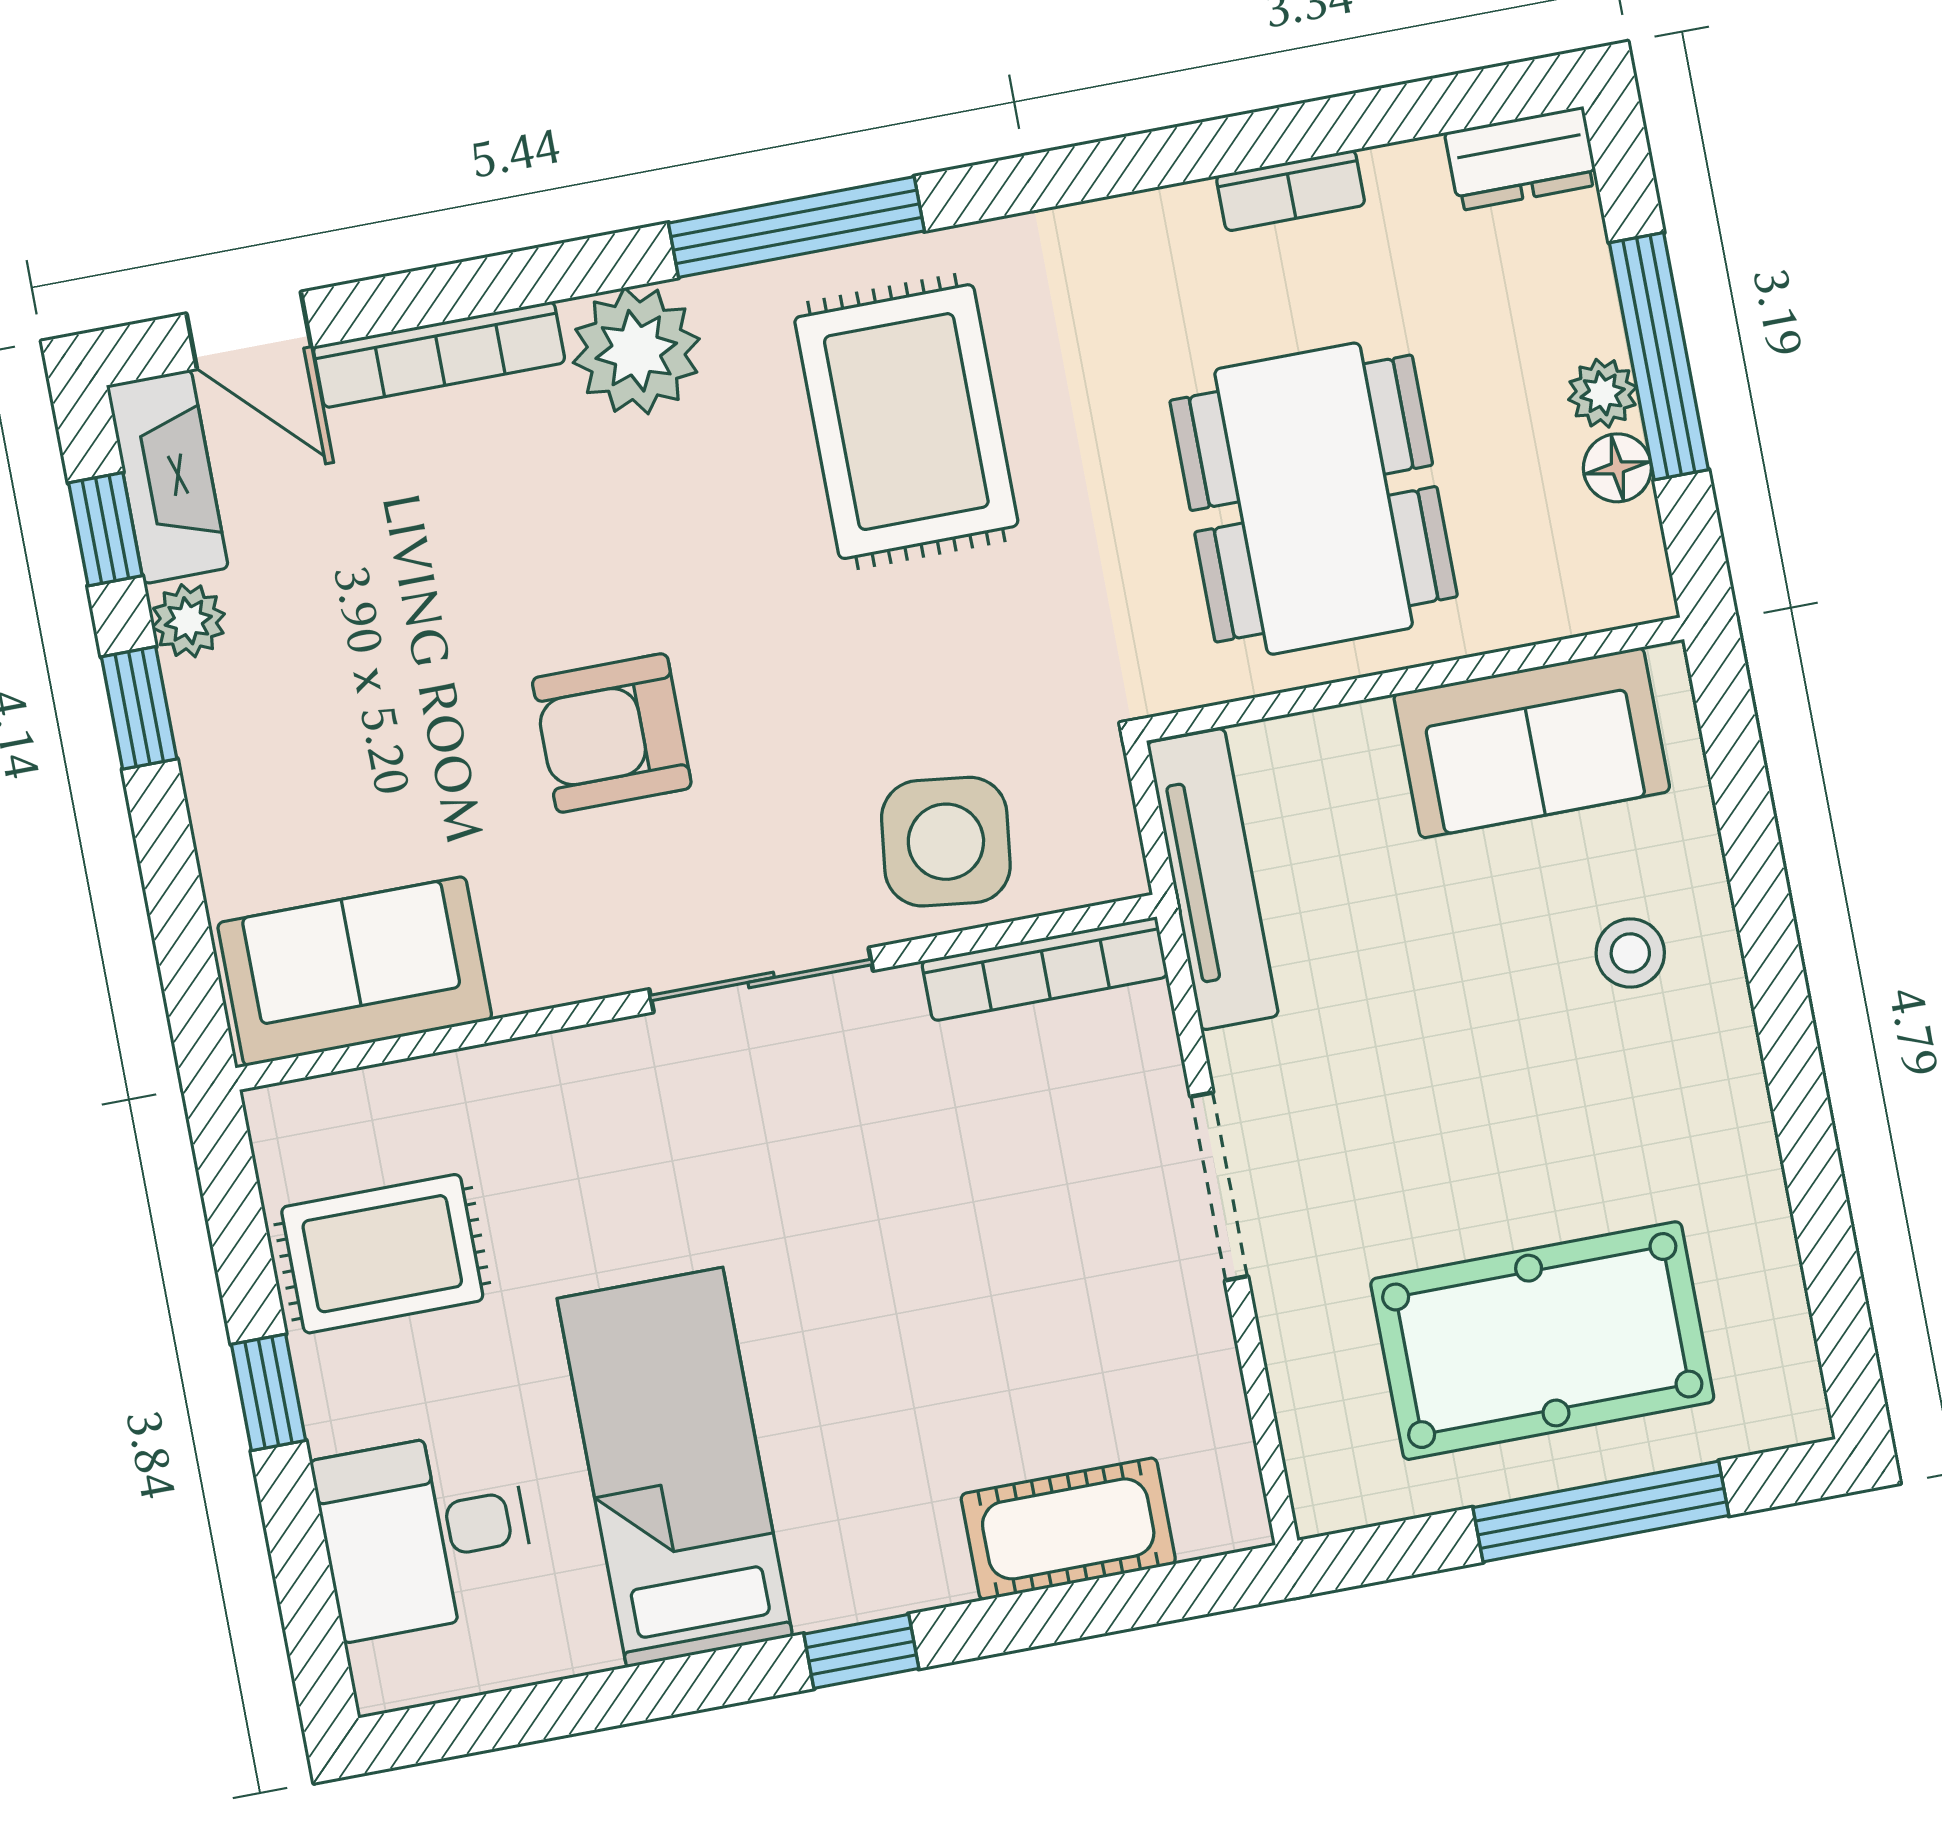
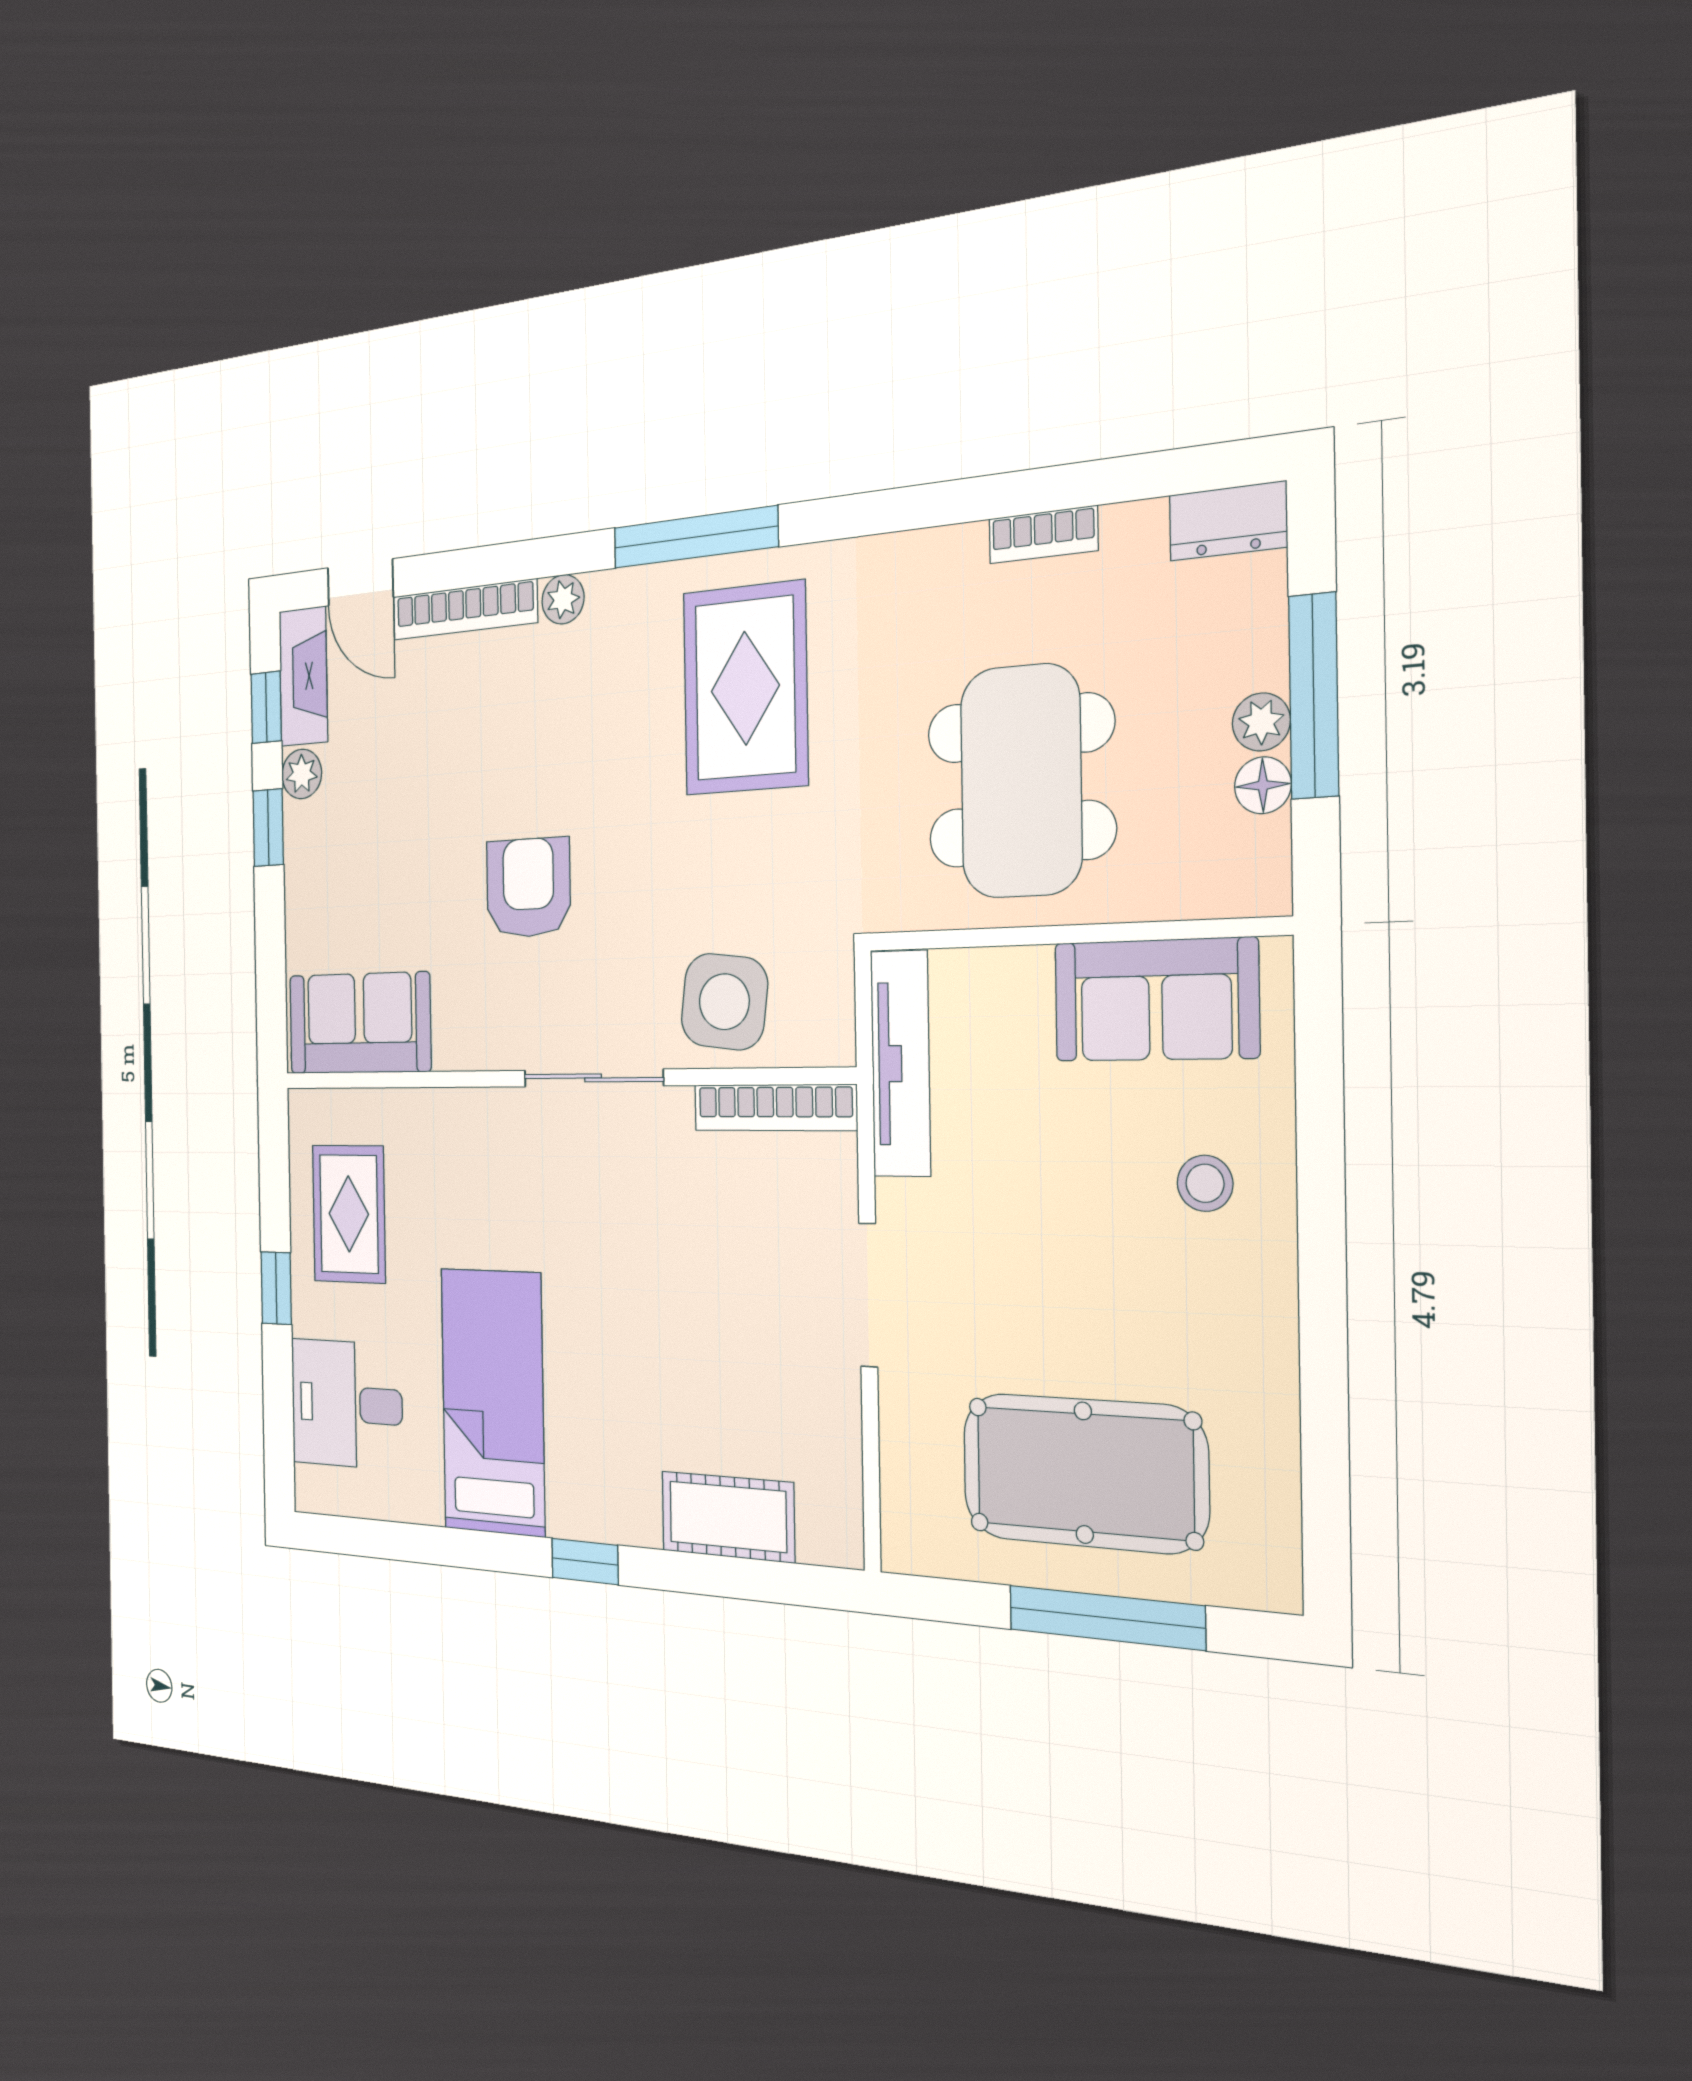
plant: (636, 351) -> (563, 599), width x0.53, depth x0.53
armchair: (612, 733) -> (528, 888), turned 90
rug: (382, 1254) -> (349, 1214), turned 90

